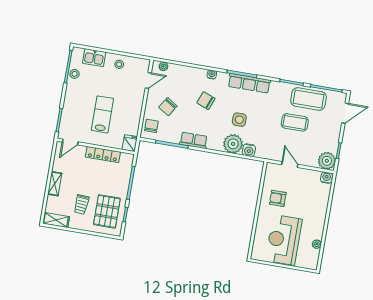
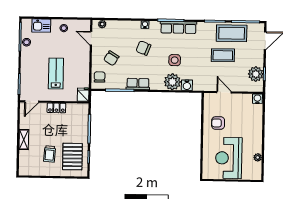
door: (148, 80) -> (91, 38), swing flipped
locker: (103, 154) -> (56, 108), width x0.66
plant: (327, 161) -> (256, 74), moved
shelving: (56, 220) -> (30, 171), removed

